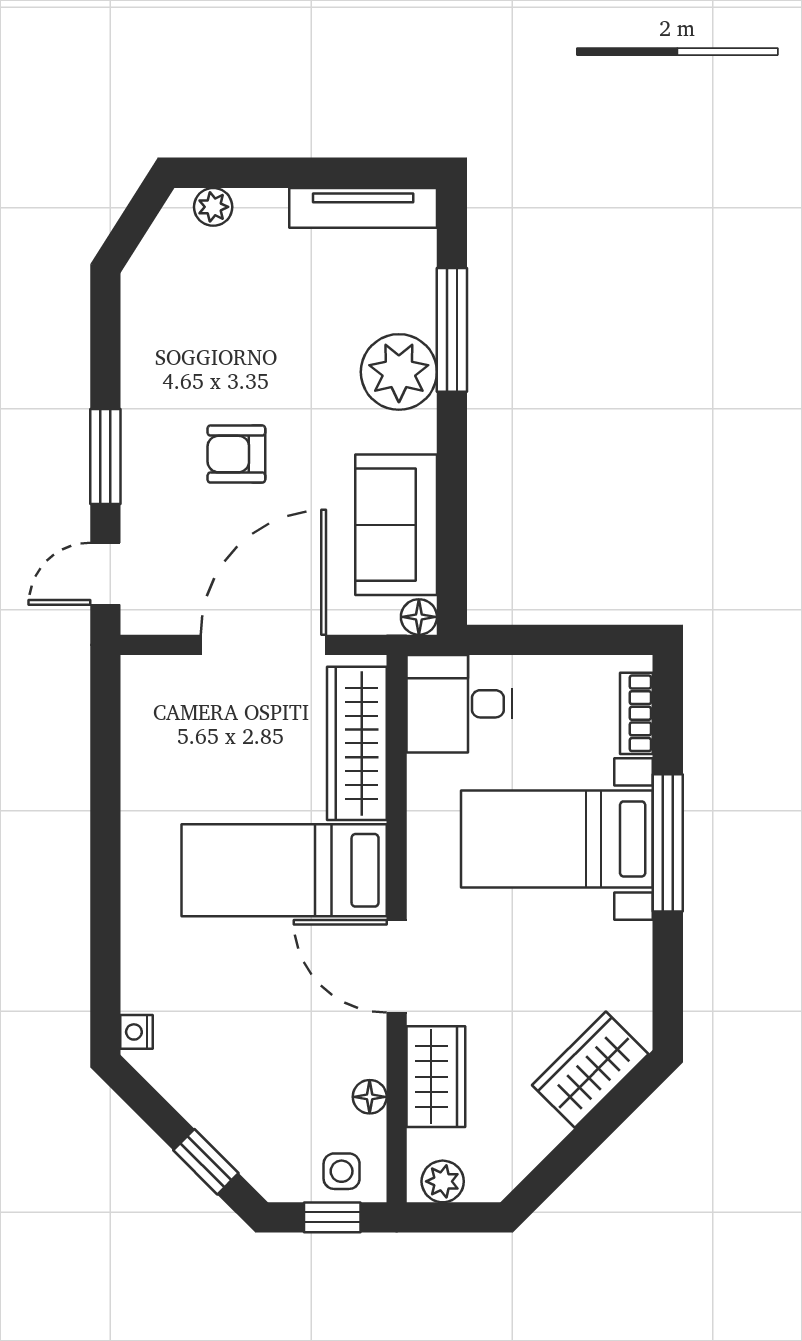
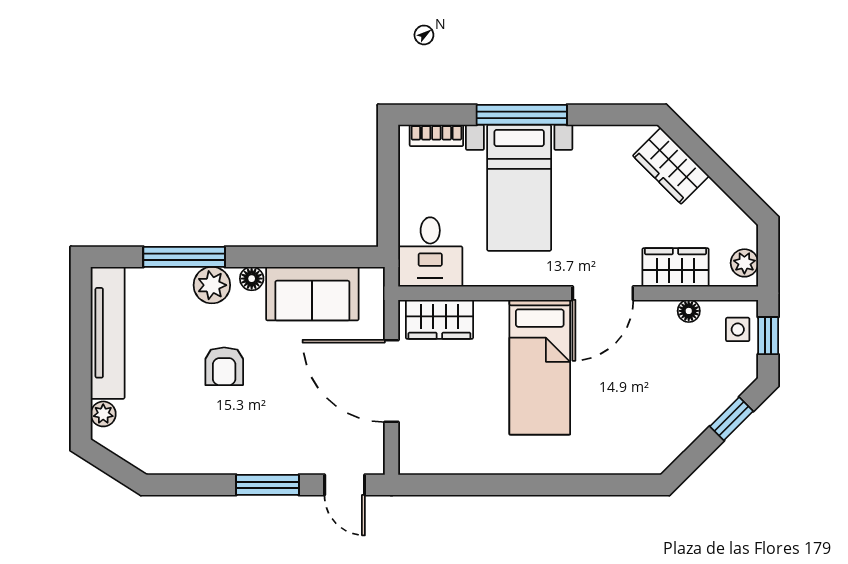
tv unit: (363, 208) -> (108, 333), width x1.36, depth x1.29
plant: (399, 372) -> (212, 285), width x0.73, depth x0.73
armchair: (236, 454) -> (224, 366), moved
floor lamp: (419, 617) -> (252, 279), moved
wardrobe: (357, 743) -> (439, 319), width x0.67
nightstand: (136, 1032) -> (646, 464), removed

